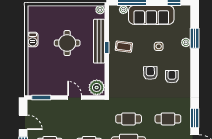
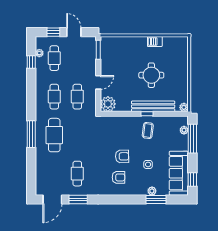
sofa: (151, 15) -> (179, 173), moved
cafe table: (129, 119) -> (77, 97), moved
door: (23, 122) -> (74, 32), swing flipped

